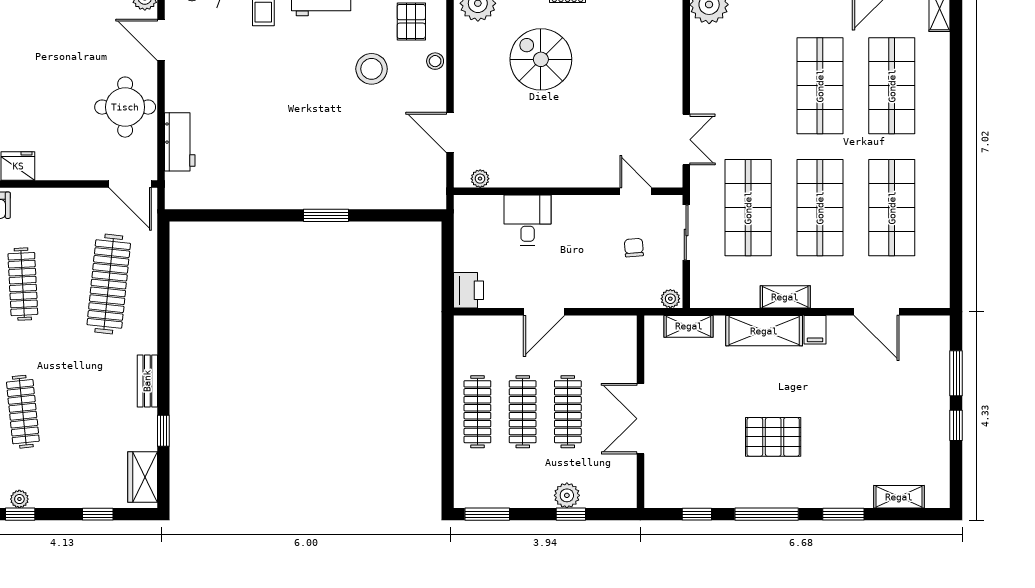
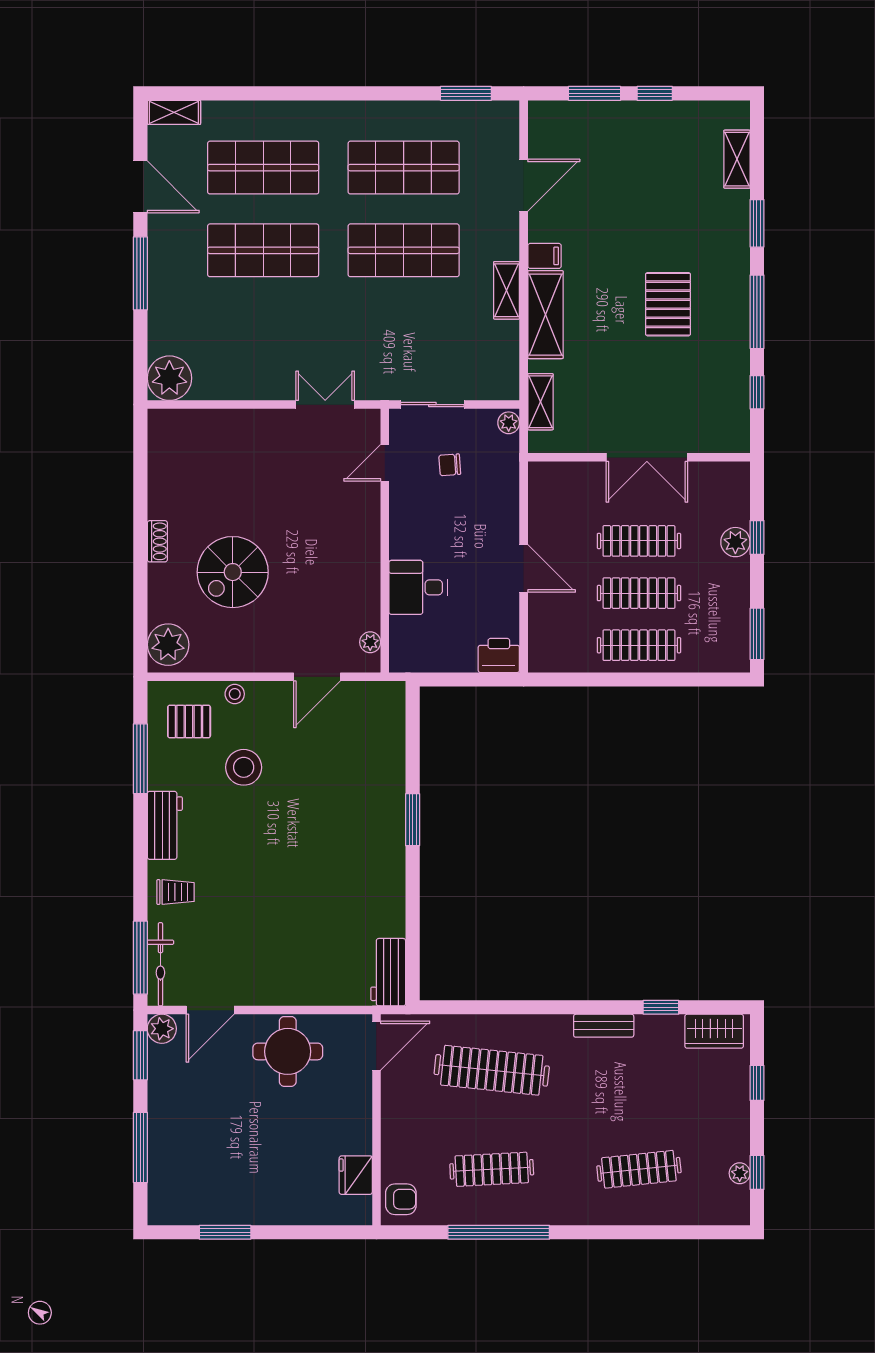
workbench: (180, 142) -> (388, 972), moved, turned -90
shop shelf: (748, 208) -> (404, 333), removed
window: (956, 262) -> (466, 93), added

